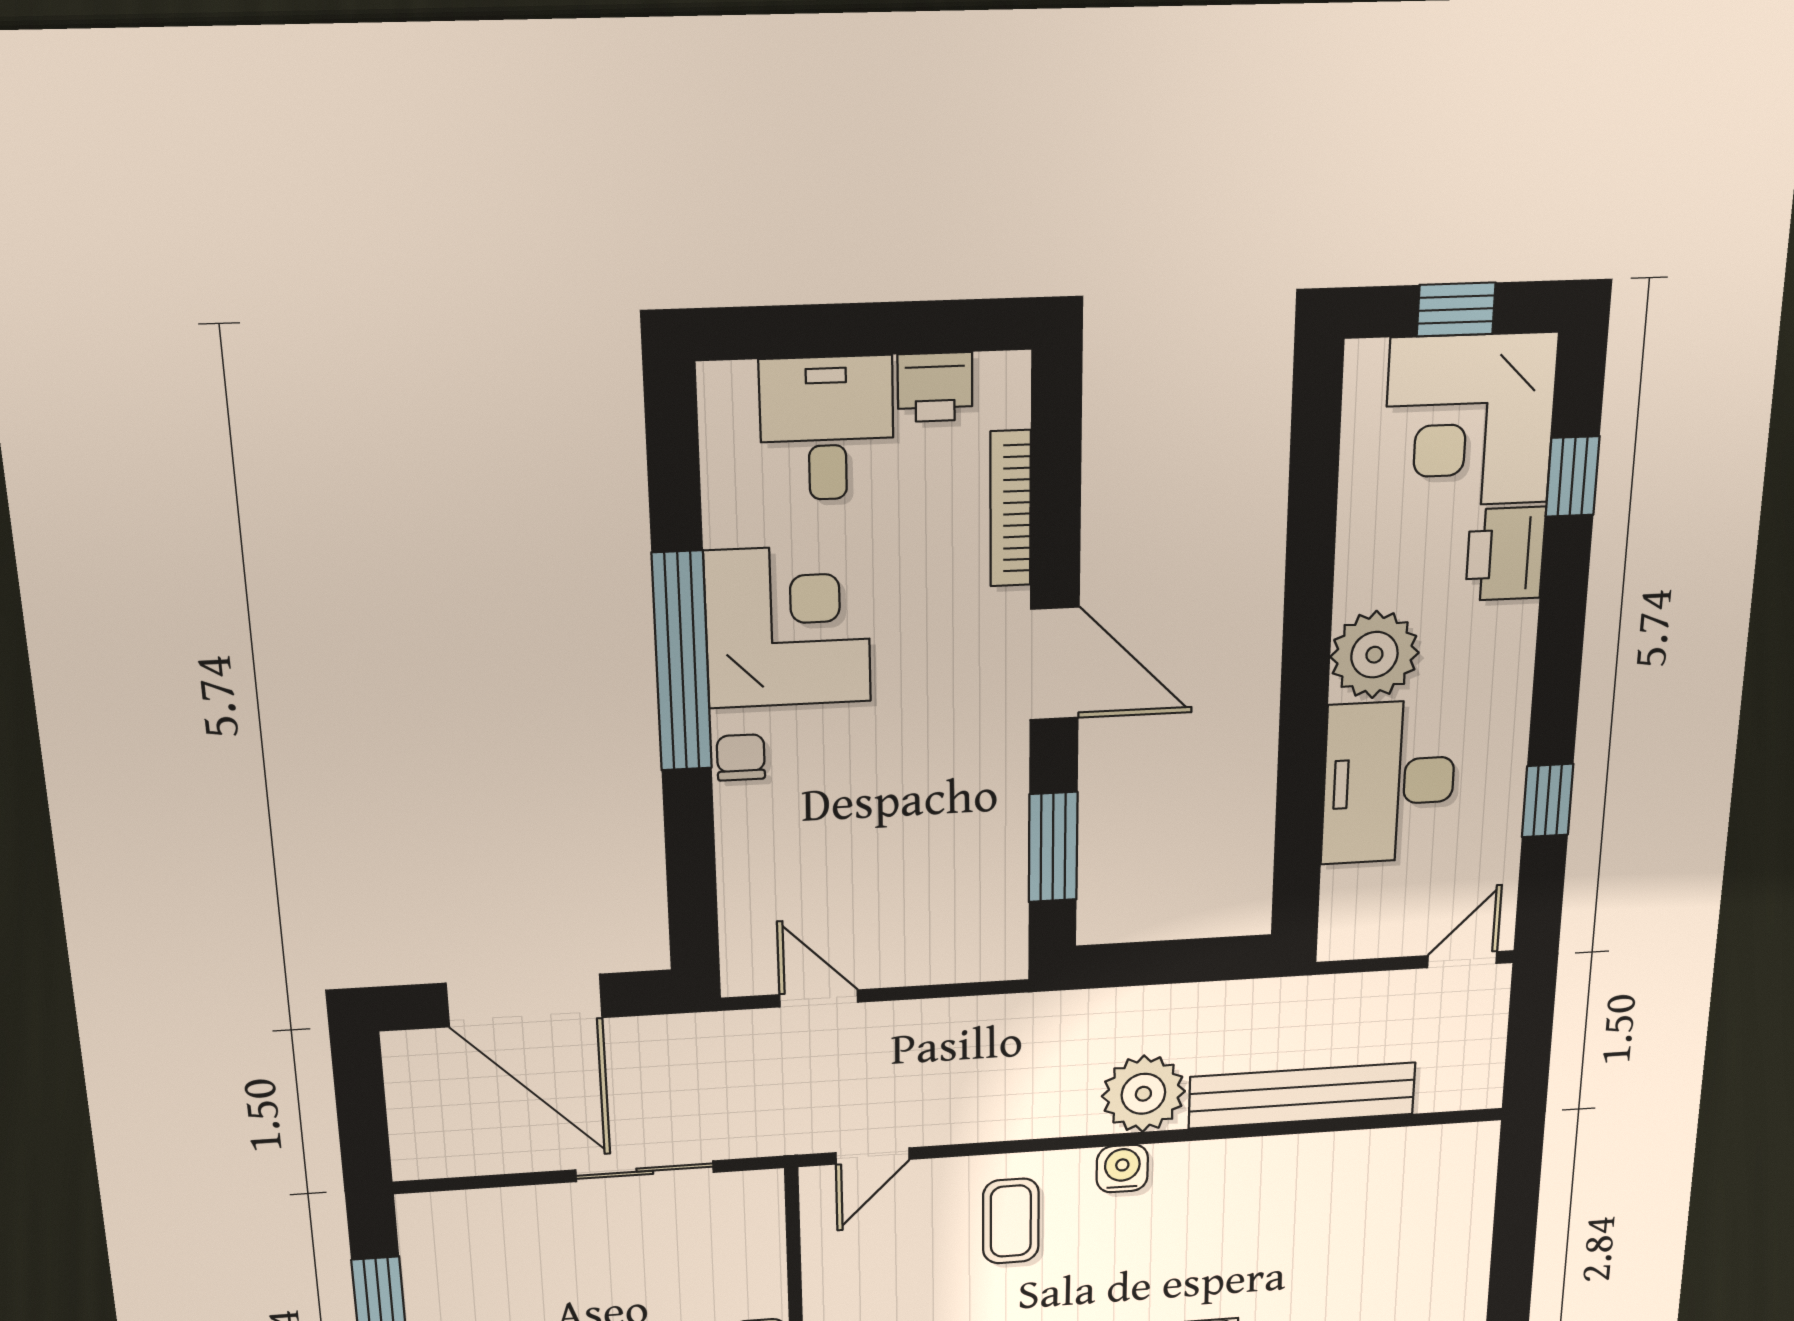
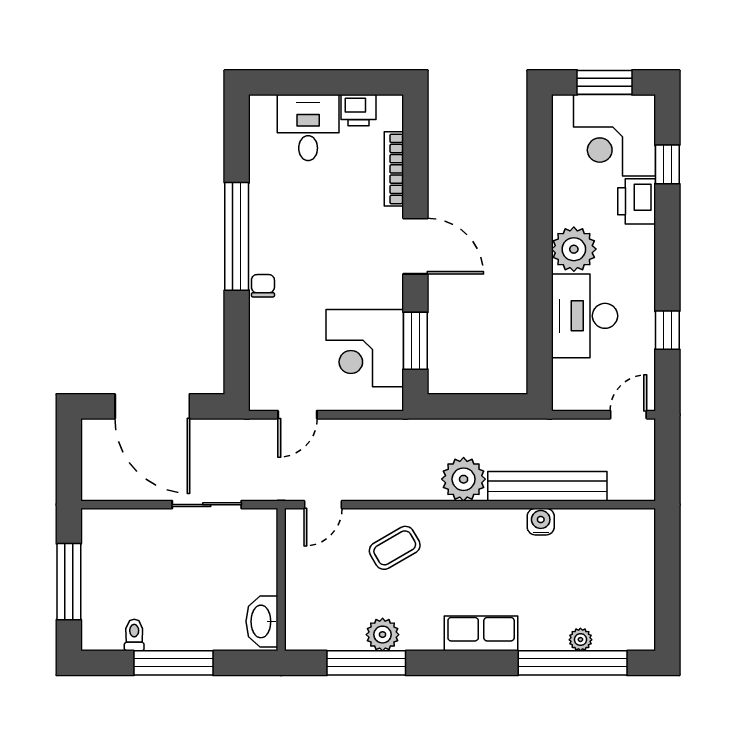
window: (1456, 310) -> (605, 82), width x1.50
corner desk: (788, 627) -> (365, 348), moved, turned 180
door: (819, 998) -> (297, 415), swing flipped
water cooler: (1122, 1169) -> (541, 522), moved
coffee table: (1011, 1221) -> (395, 548), turned 60

